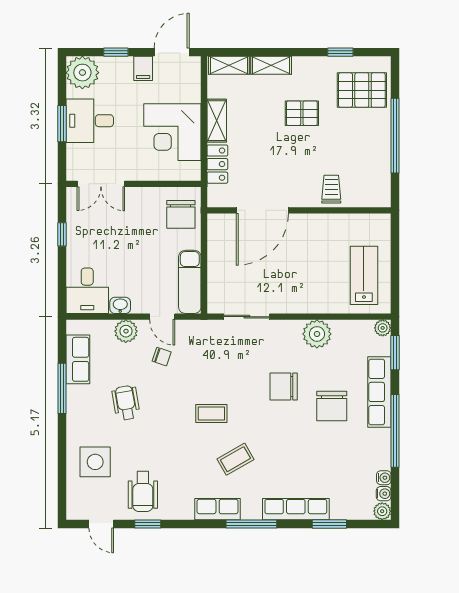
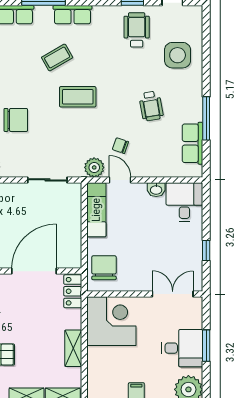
corner desk: (172, 132) -> (111, 321), moved
locker: (217, 164) -> (73, 291), moved
plant: (126, 331) -> (94, 167), moved
coffee table: (211, 413) -> (78, 97), width x1.36, depth x1.30

